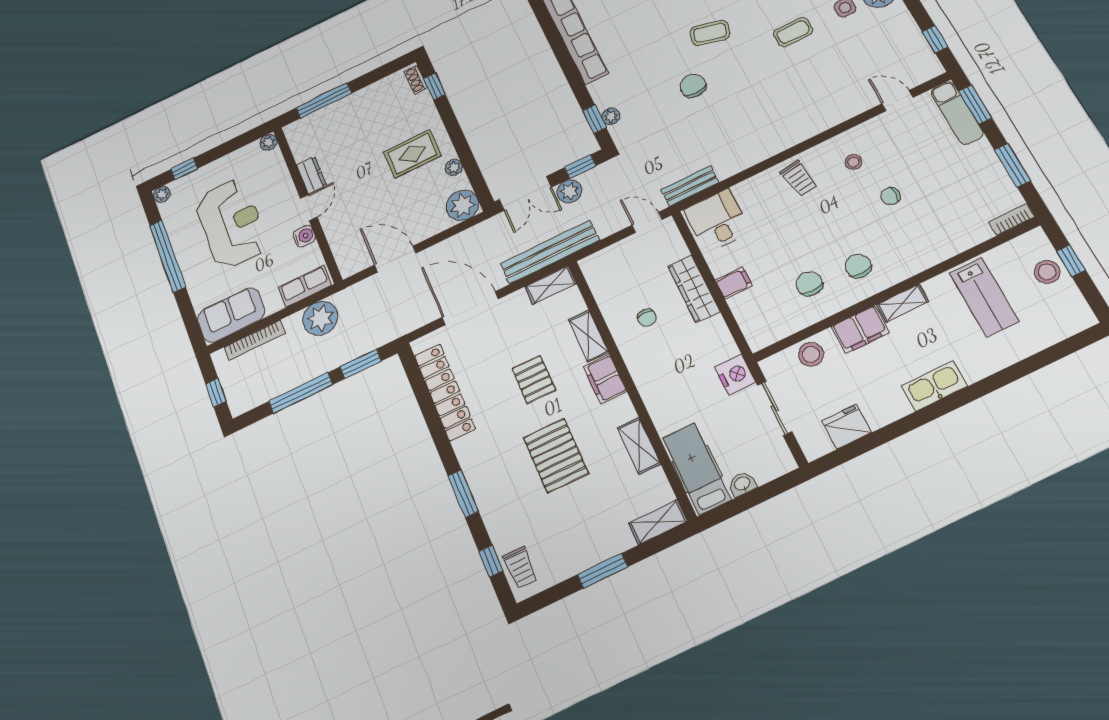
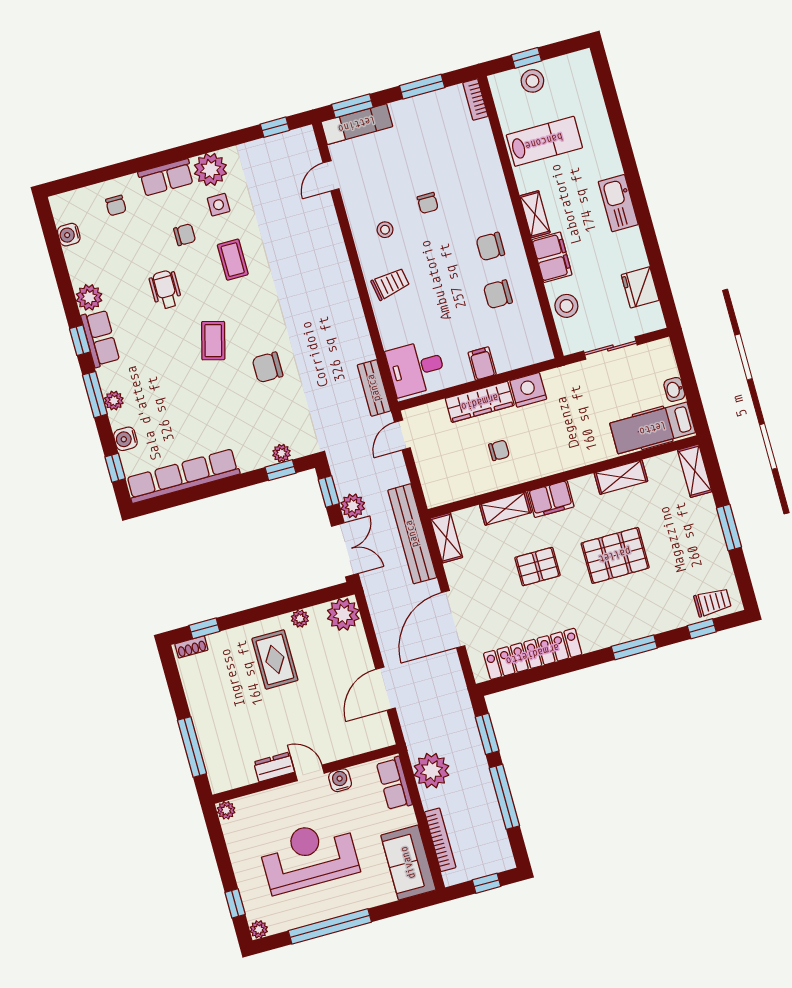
nightstand: (735, 375) -> (528, 390), moved

